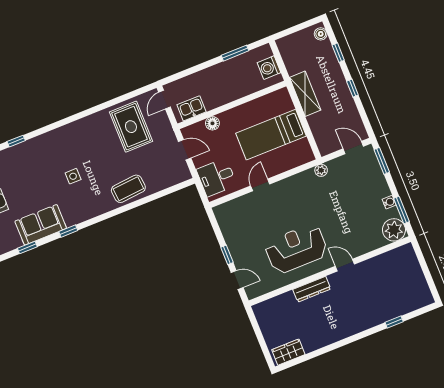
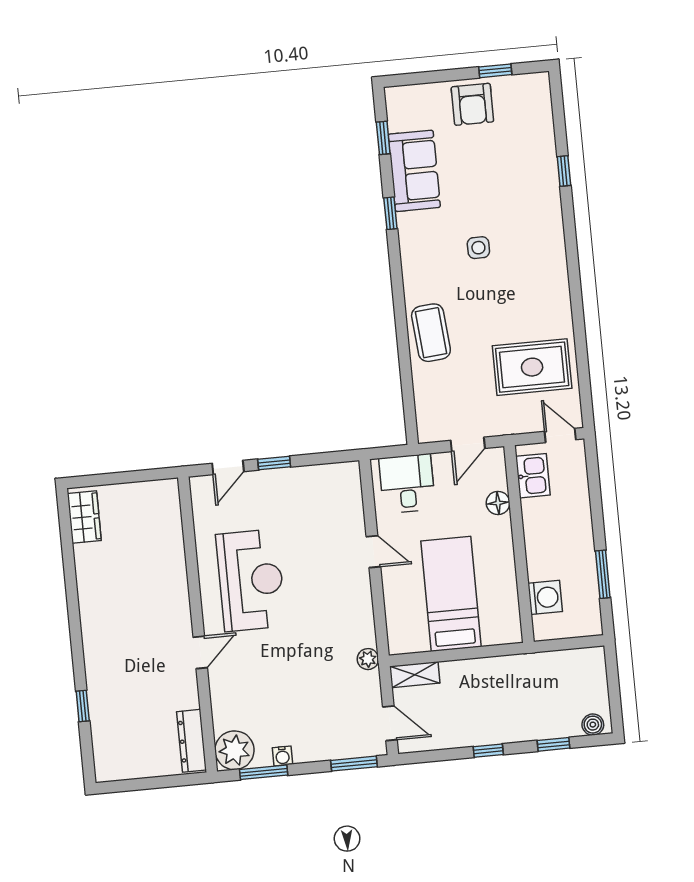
washing machine: (269, 68) -> (545, 597), moved, turned 90
shelving: (305, 94) -> (415, 675), moved, width x0.67, depth x0.75
door: (353, 147) -> (390, 723), hinge flipped
dresser: (312, 289) -> (192, 741), moved

